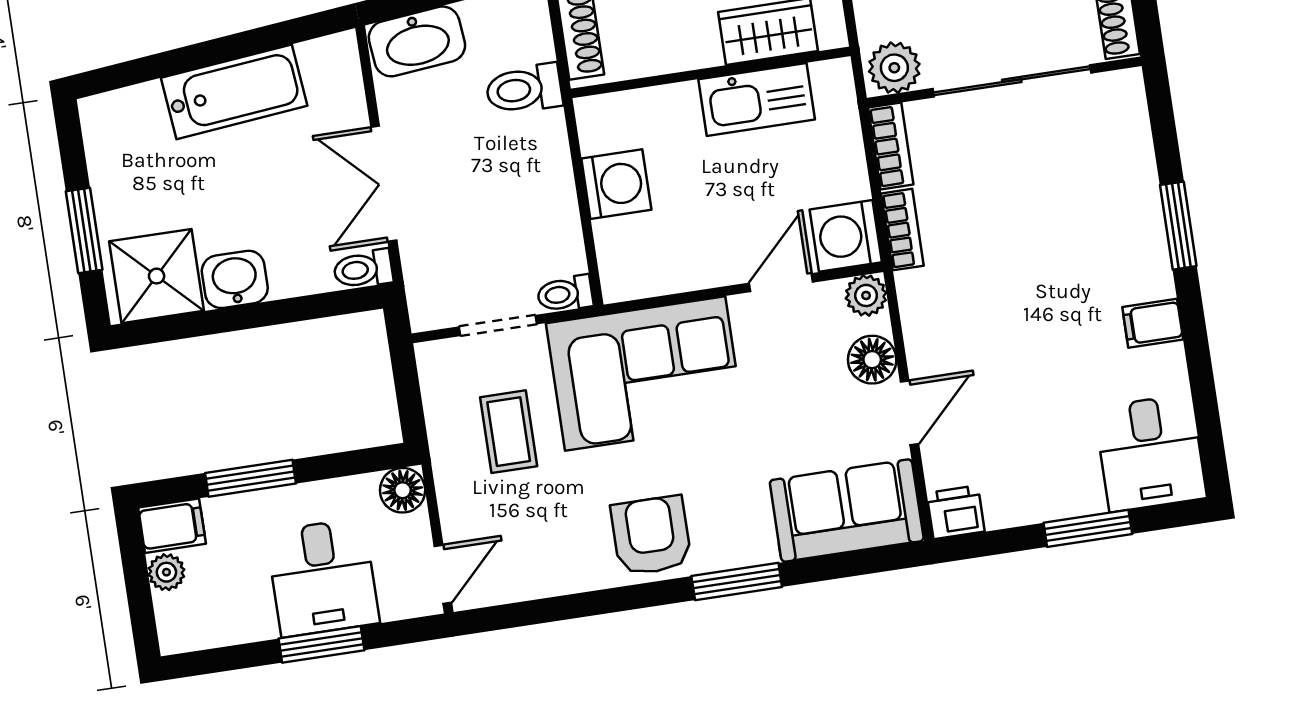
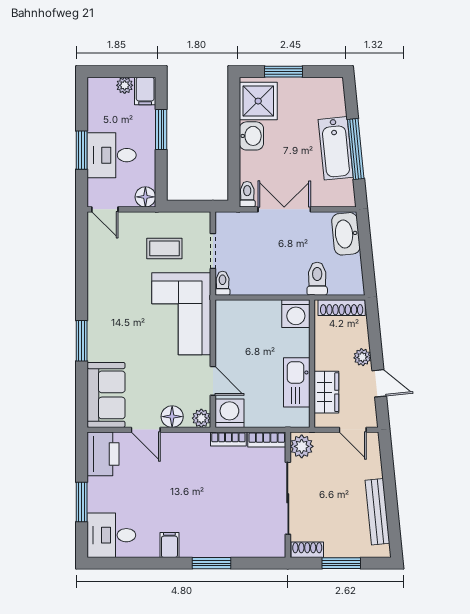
window: (229, 48) -> (356, 149), added
washing machine: (616, 184) -> (296, 314), moved
printer: (956, 512) -> (103, 454), width x1.87, depth x1.48
armchair: (651, 536) -> (108, 305), removed

